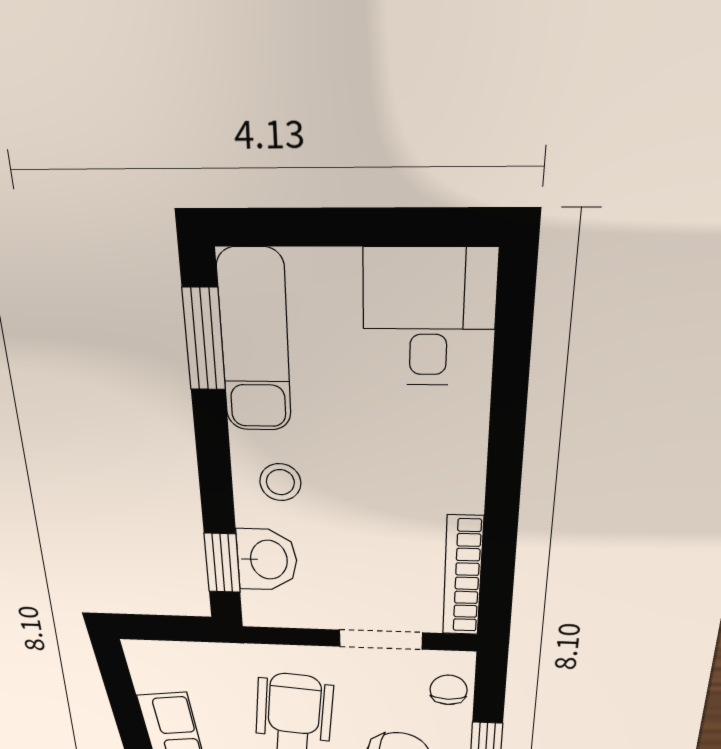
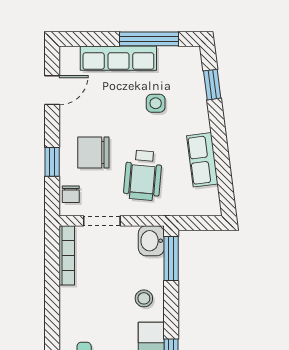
washbasin: (267, 560) -> (151, 241), moved
window: (222, 563) -> (171, 258), width x1.50

